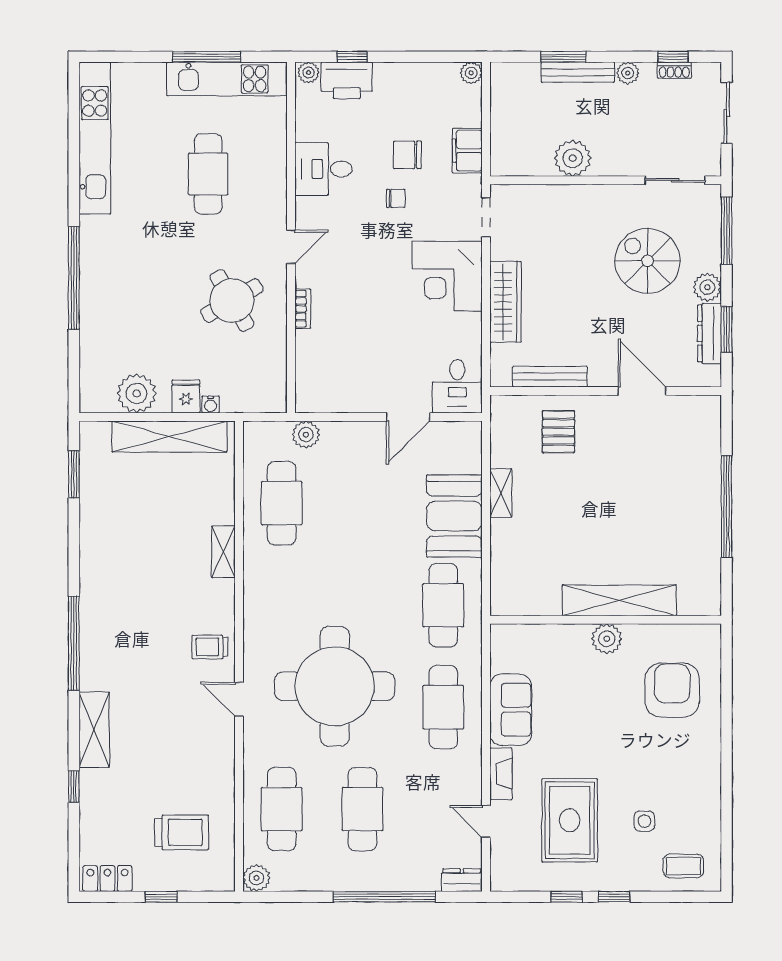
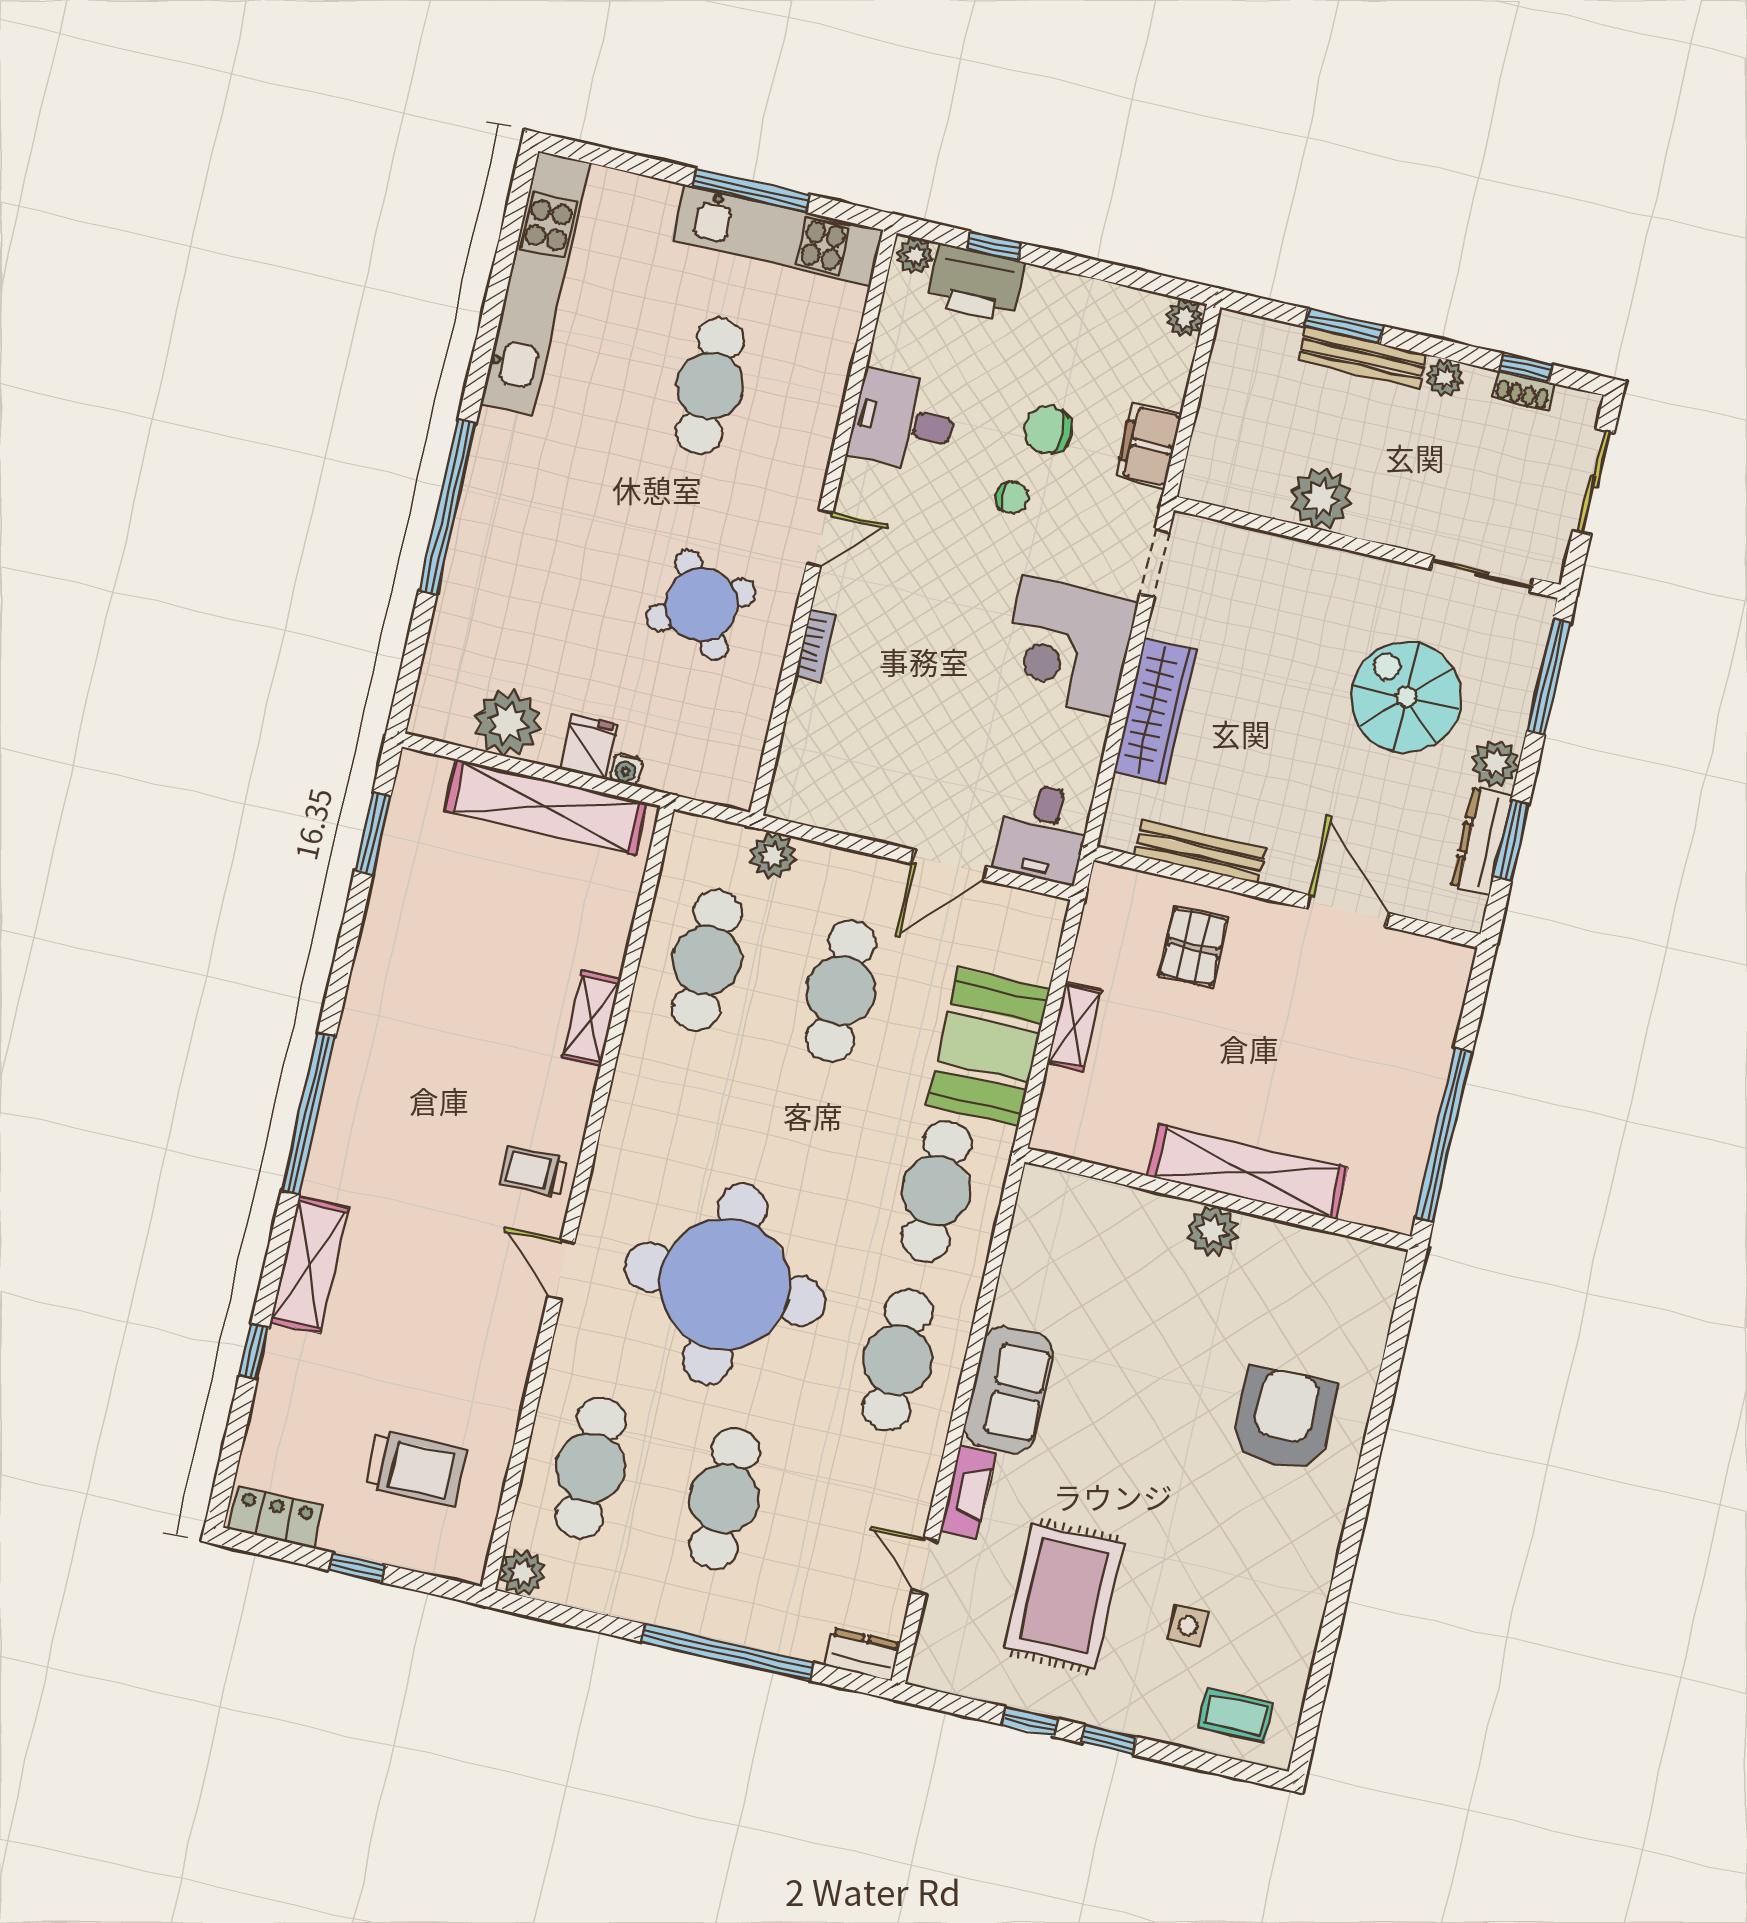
cafe table: (362, 503) -> (841, 991), added
shelving: (619, 600) -> (1248, 1172), moved
wall: (606, 620) -> (1218, 1199), moved
plant: (607, 639) -> (1213, 1231), moved

